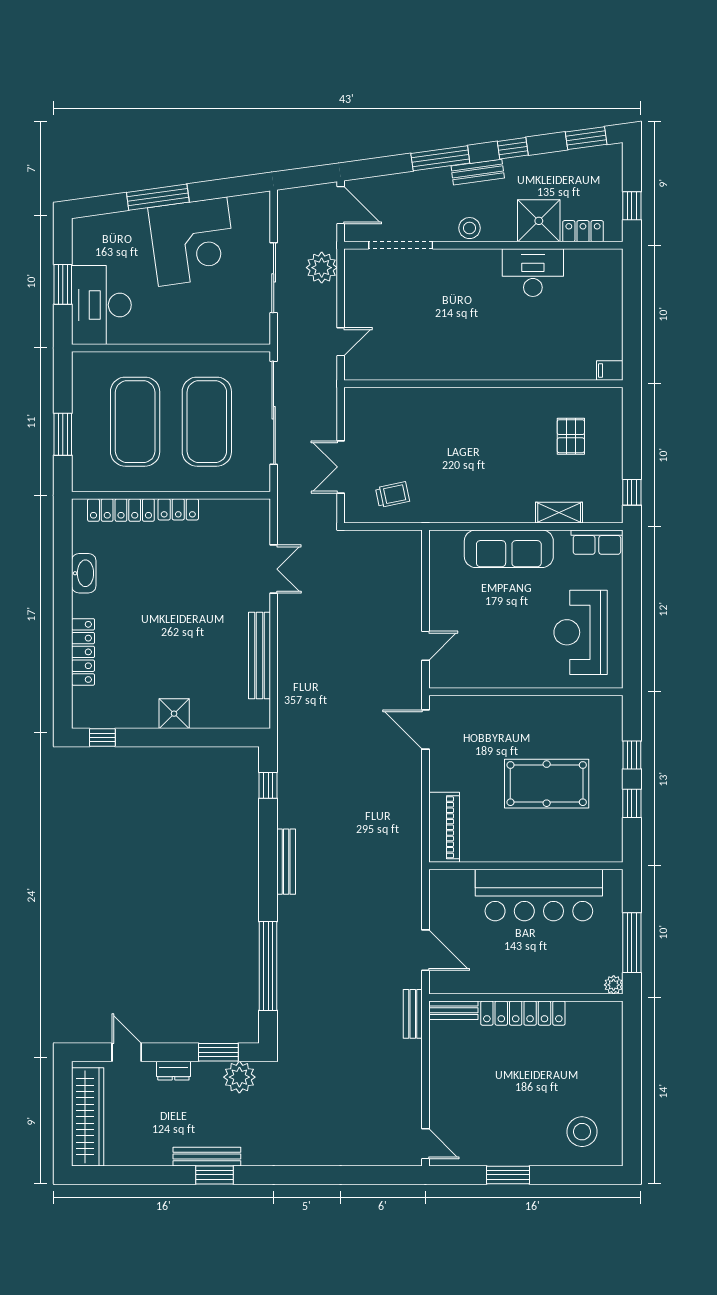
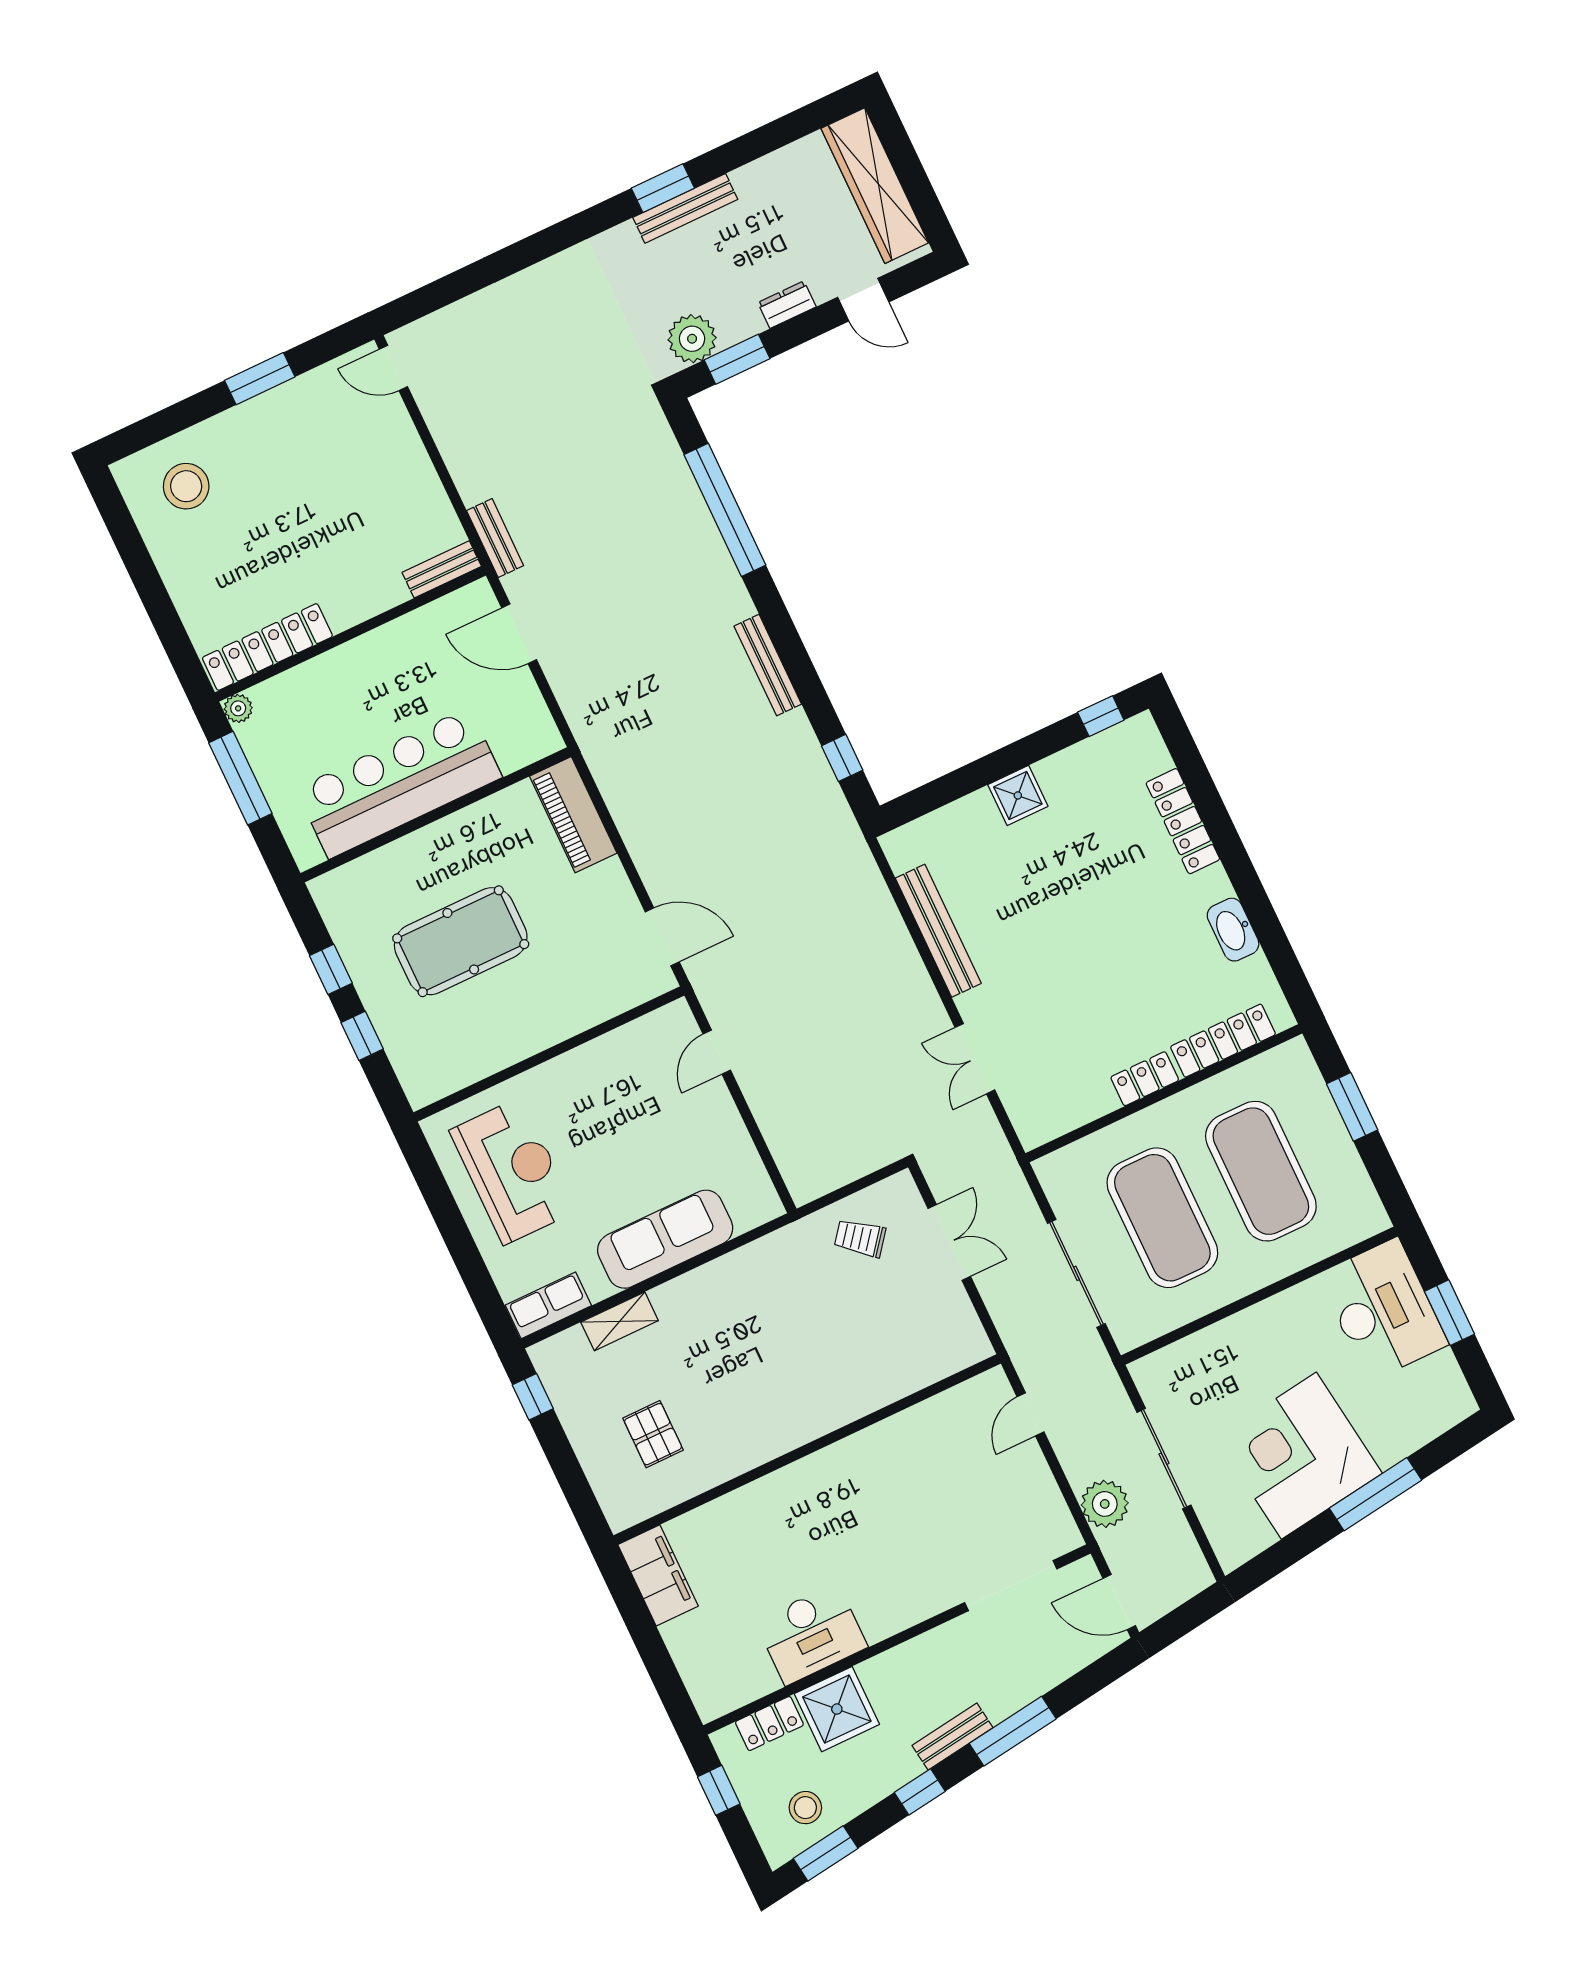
stool: (469, 228) -> (805, 1808), moved
filing cabinet: (610, 370) -> (658, 1575), width x3.00, depth x1.17
sliding door: (274, 413) -> (1076, 1273), width x0.73
trolley: (393, 495) -> (860, 1238), turned 50
locker: (523, 1013) -> (267, 647), moved

